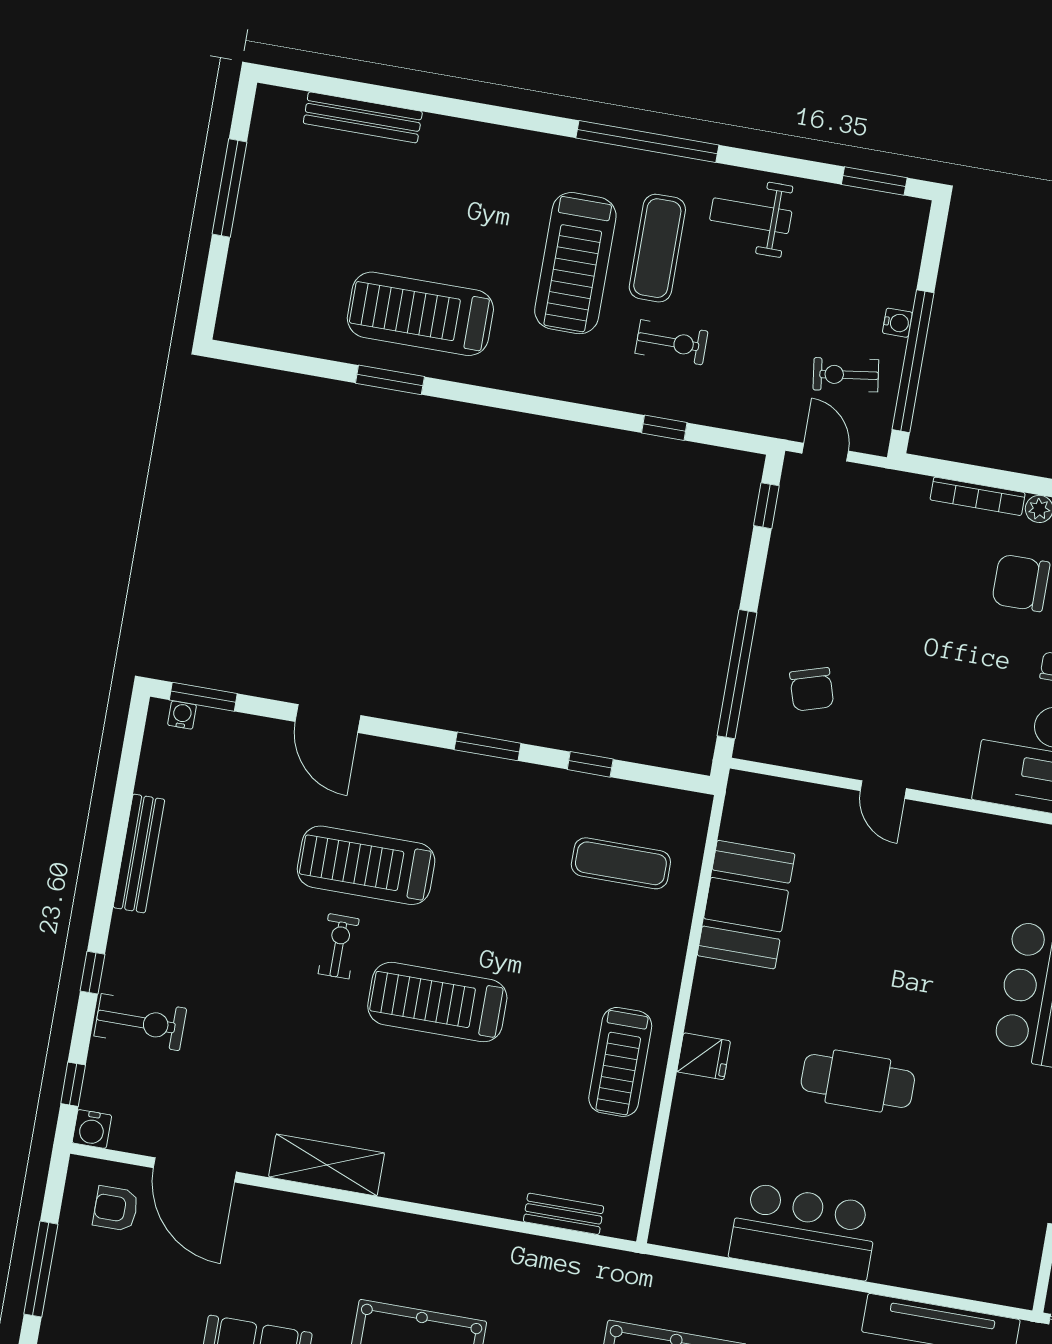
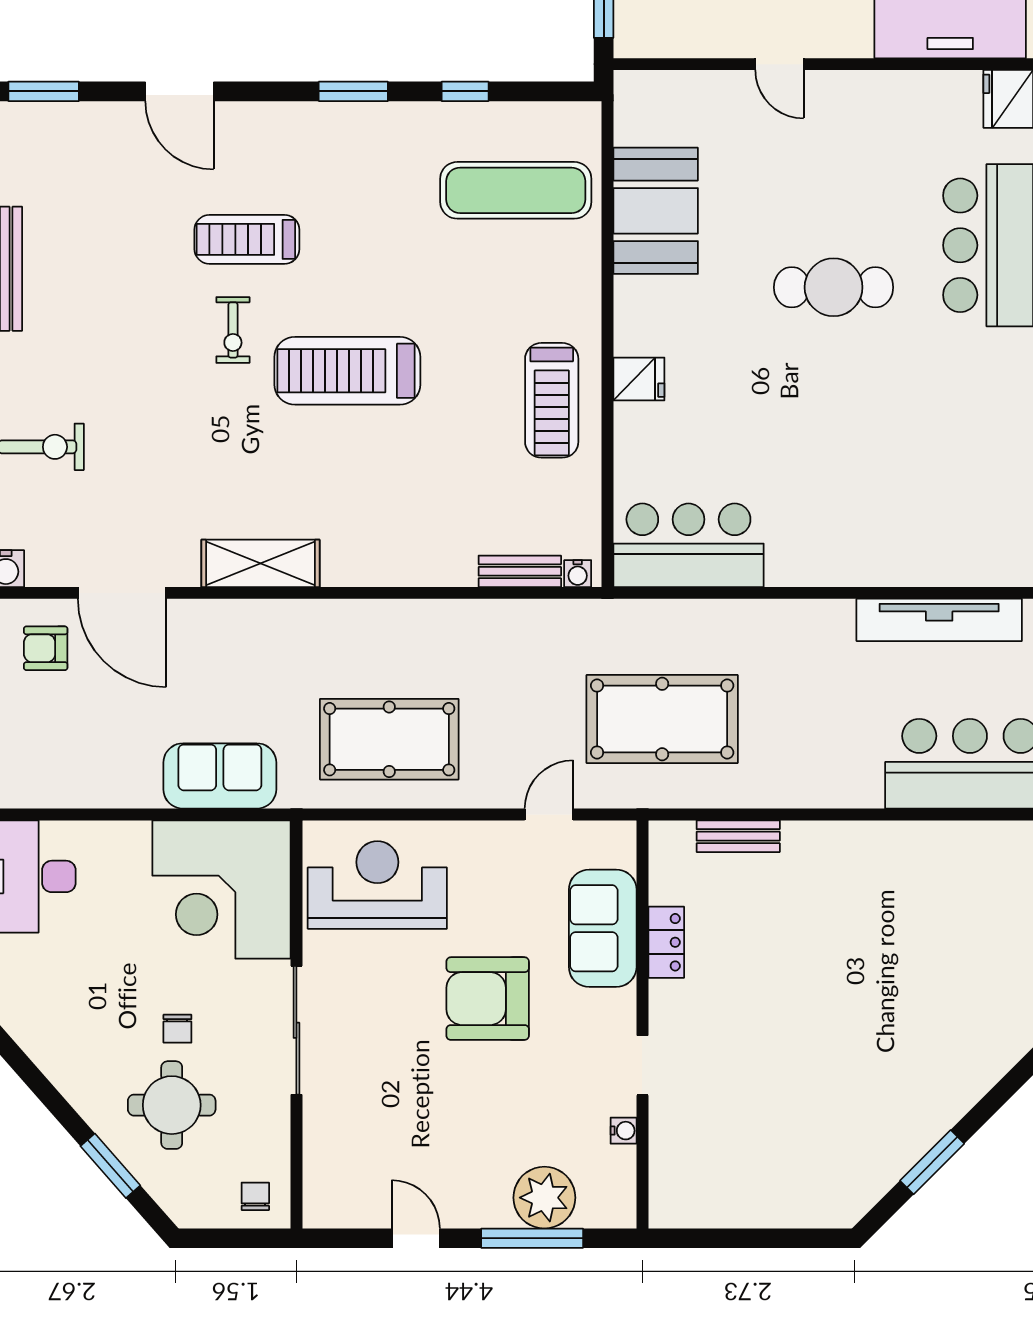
water cooler: (182, 715) -> (578, 574), moved, turned 180
exercise mat: (621, 863) -> (516, 190), width x1.36, depth x1.45
treadmill: (366, 865) -> (247, 239), width x0.73, depth x0.73
exercise bike: (339, 946) -> (233, 330), turned 180
cafe table: (858, 1081) -> (834, 287), moved
bar counter: (804, 1231) -> (688, 545), moved

